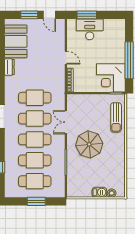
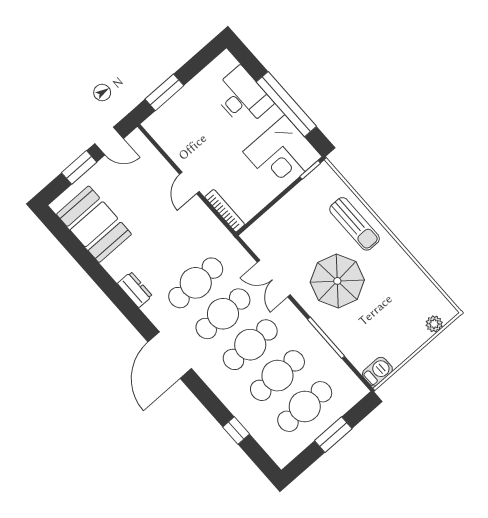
desk: (90, 29) -> (242, 97), moved, turned 90
door: (66, 58) -> (189, 183), swing flipped
dresser: (9, 67) -> (135, 290), moved
sun lounger: (116, 117) -> (355, 224), moved
barbecue: (99, 192) -> (377, 372), moved

